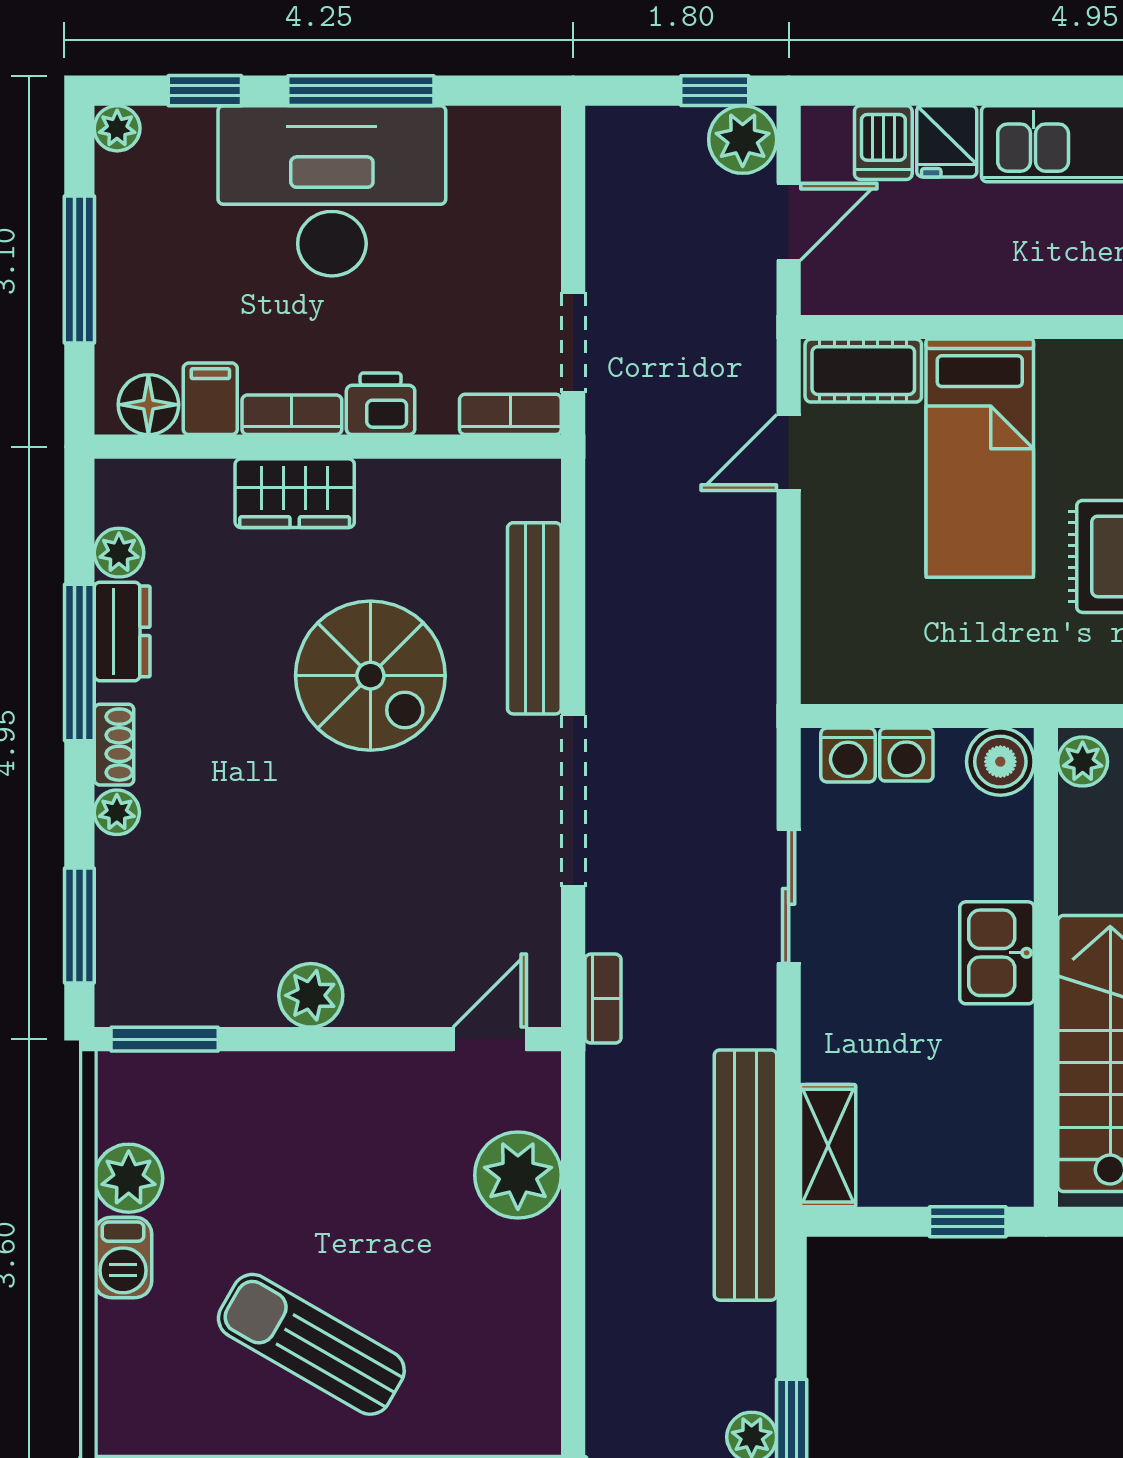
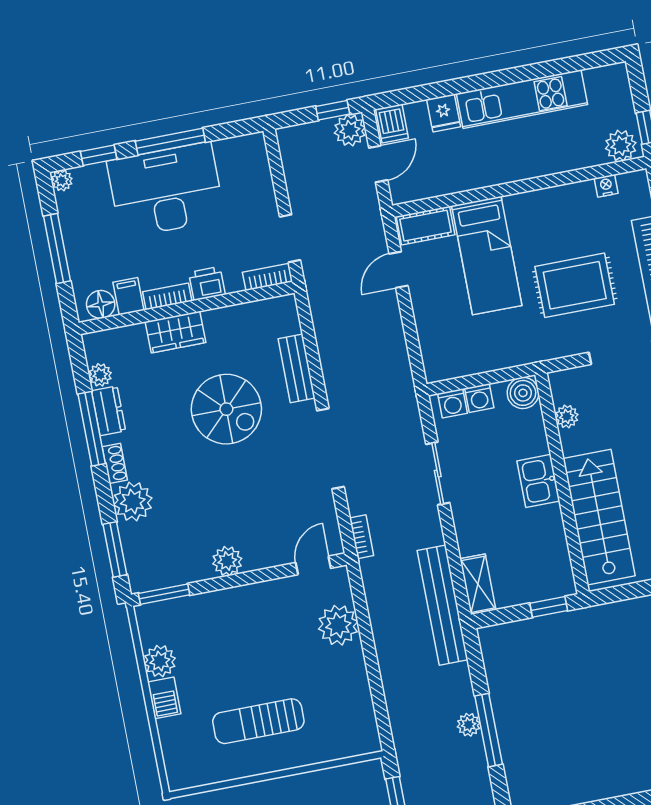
dishwasher: (883, 143) -> (392, 124), moved
bench: (534, 618) -> (297, 368), width x0.73
plant: (1083, 762) -> (567, 416), moved
plant: (117, 812) -> (133, 502), width x1.87, depth x1.87
sun lounger: (311, 1344) -> (258, 721), turned -30

